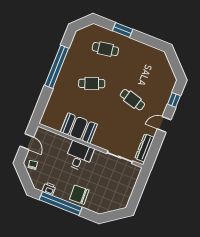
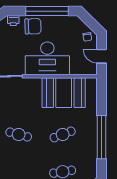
booth: (79, 128) -> (64, 93), width x1.36, depth x1.42
desk: (79, 156) -> (47, 58), width x1.87, depth x1.30
printer: (49, 189) -> (13, 21), moved

